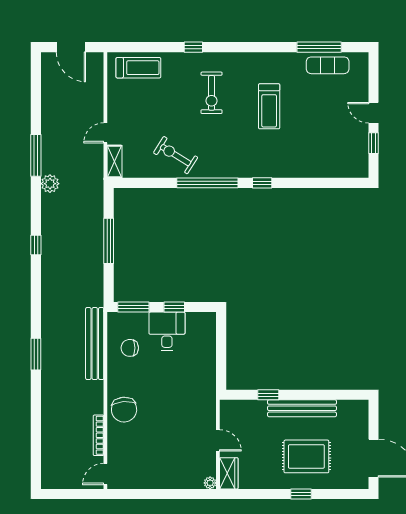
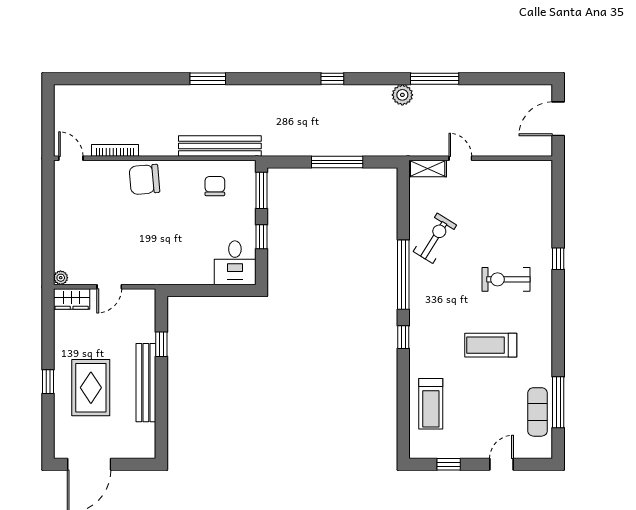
treadmill: (138, 68) -> (431, 404), moved
door: (373, 113) -> (501, 464), moved
desk: (167, 331) -> (235, 263), moved, turned 90

